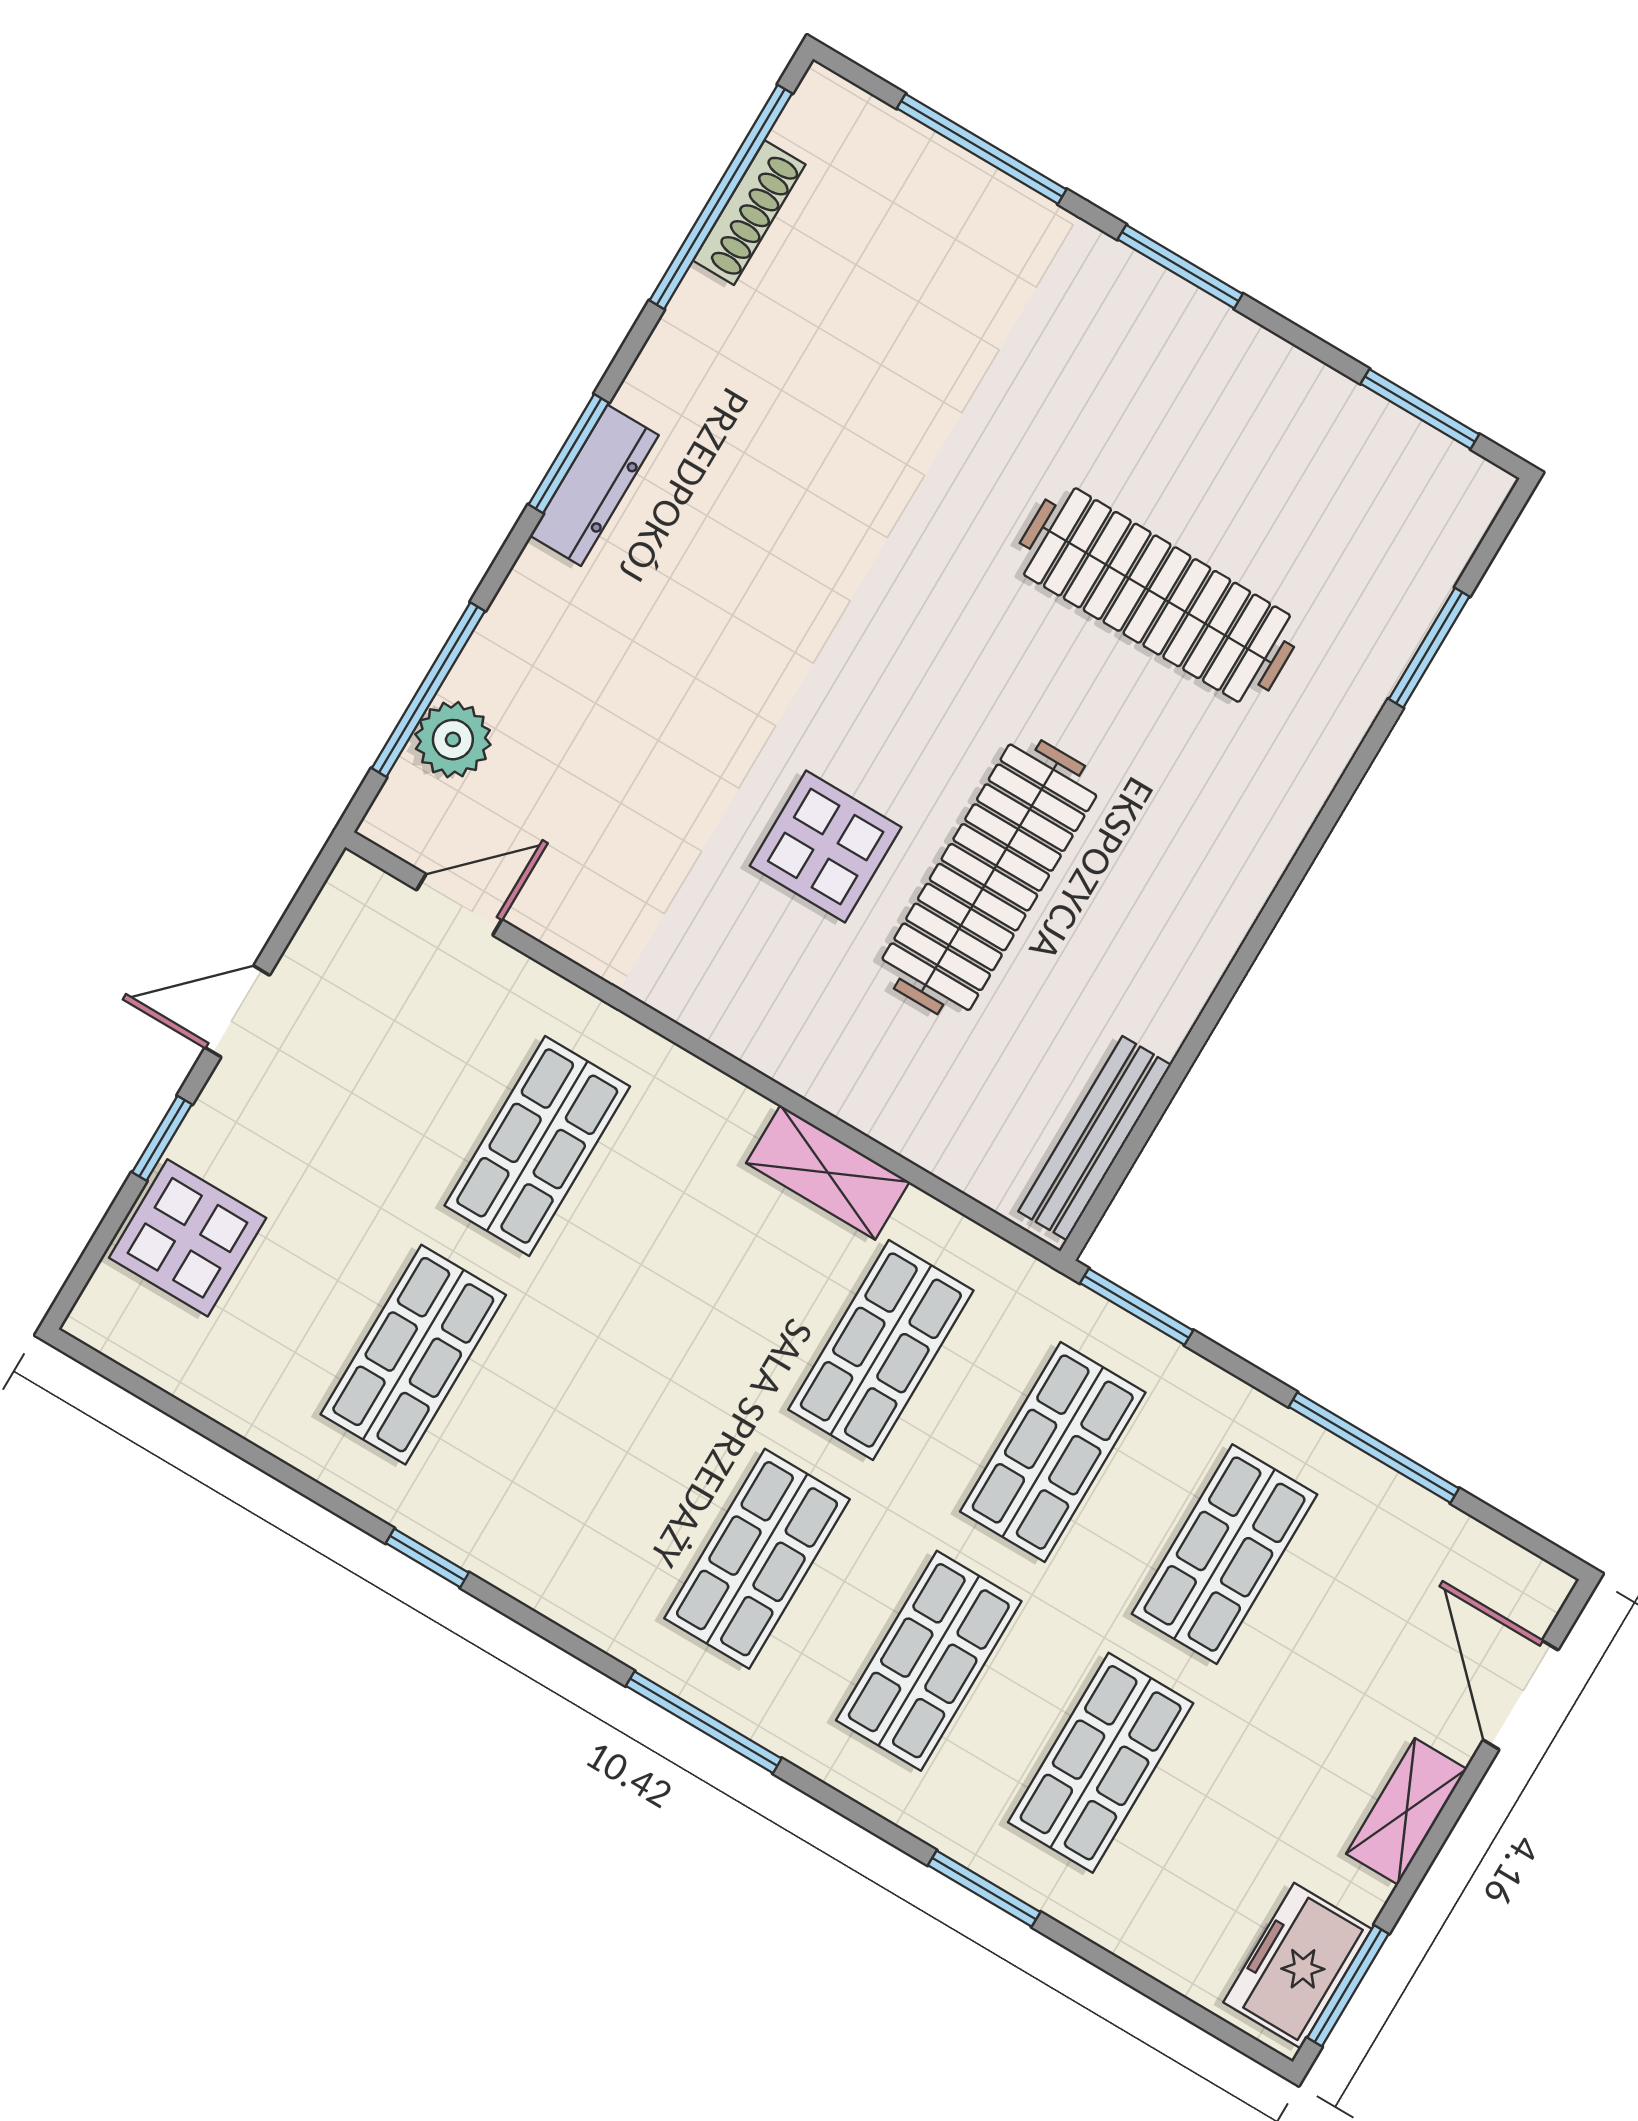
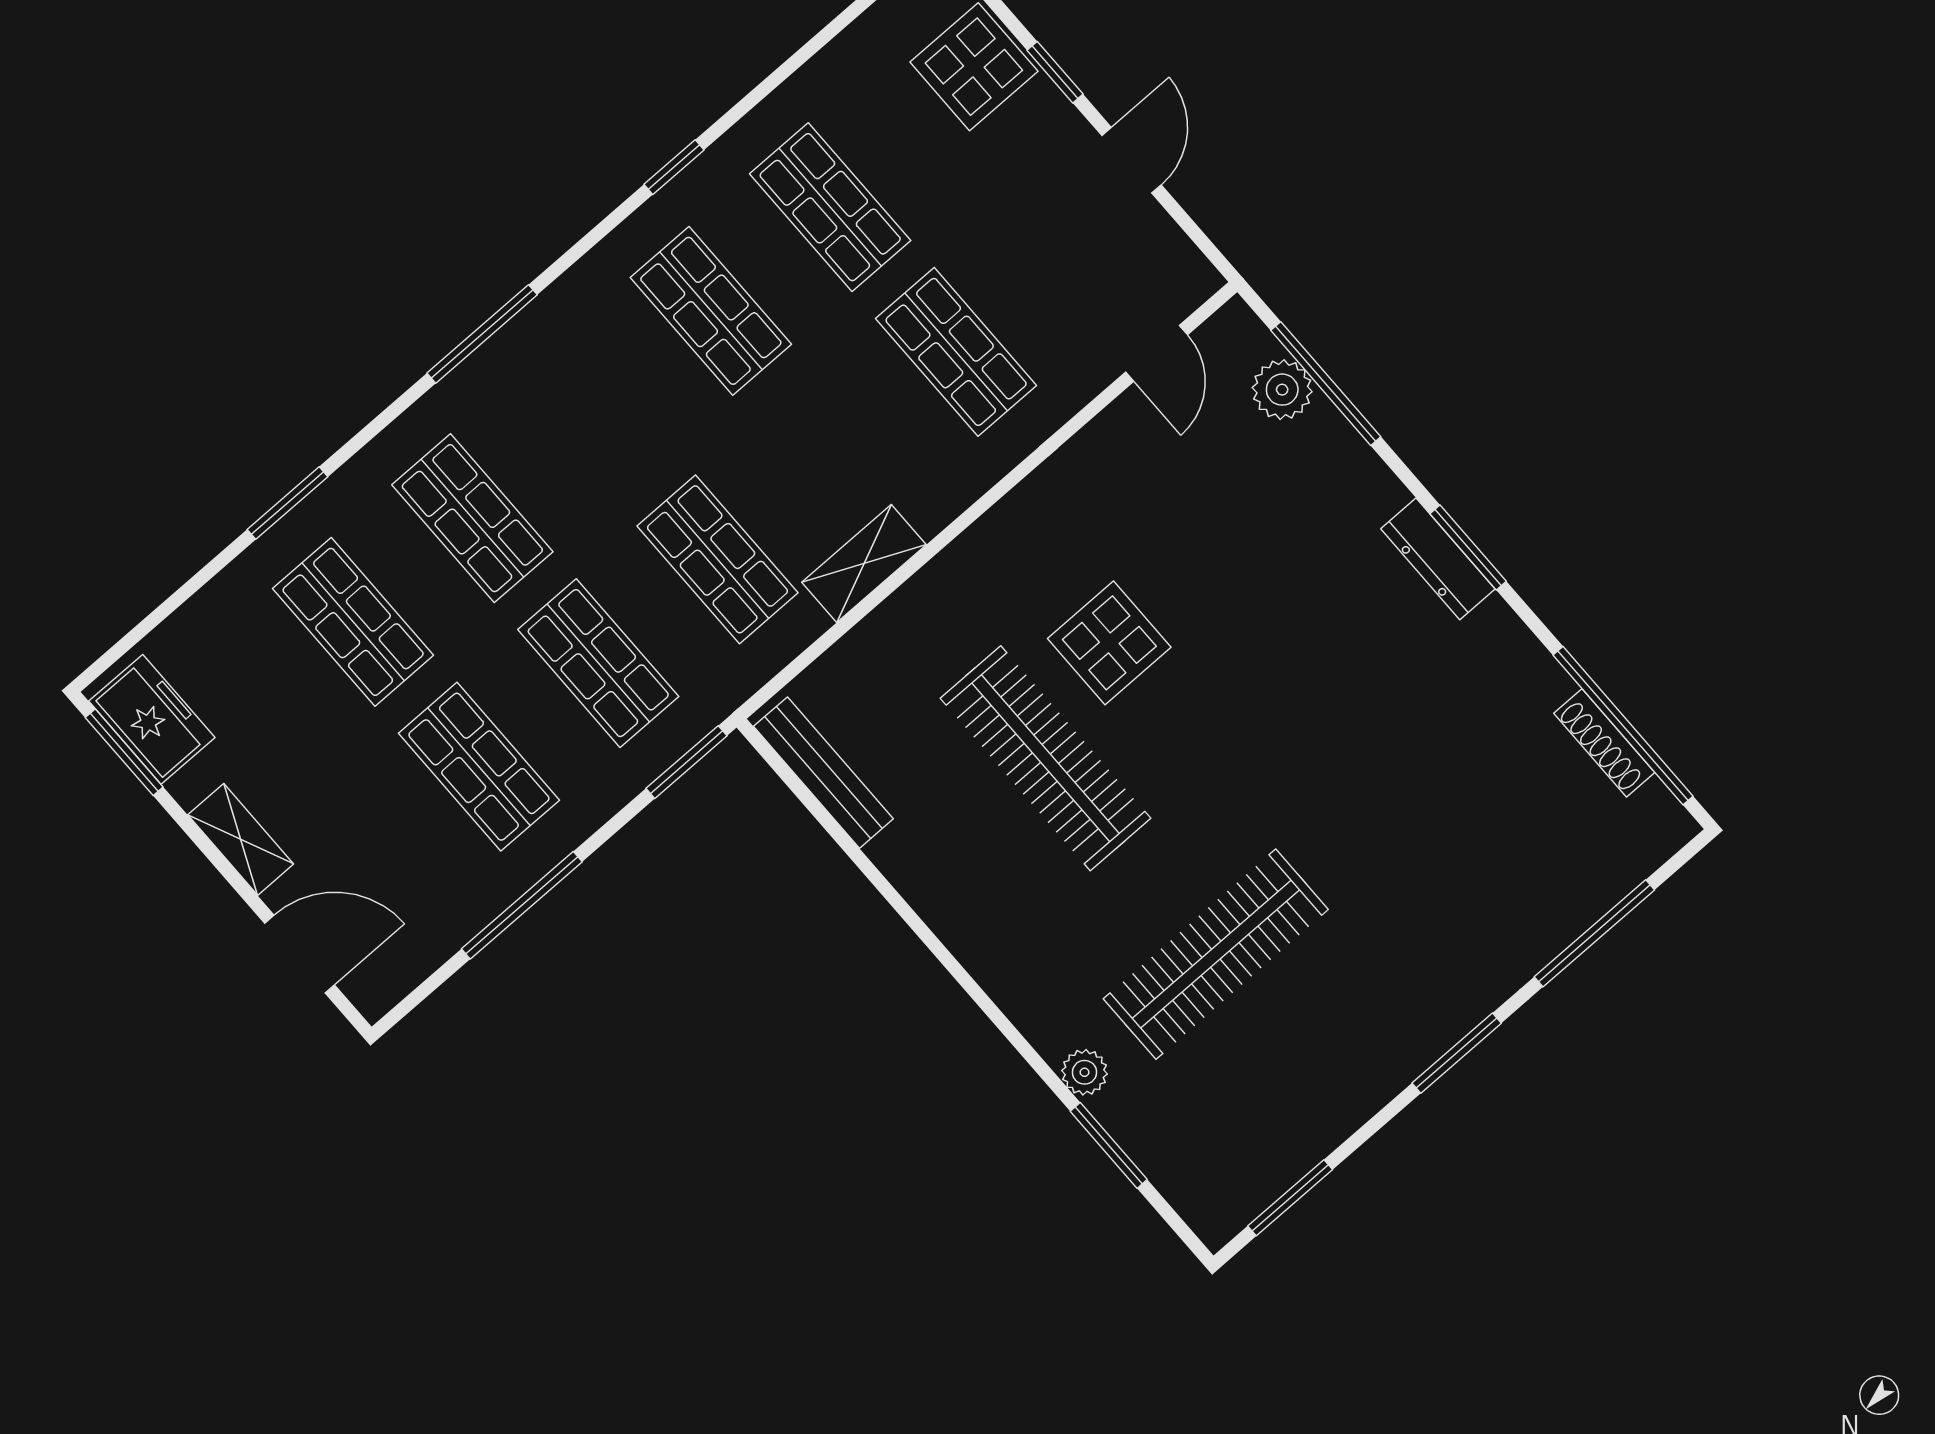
plant: (1351, 706) -> (1085, 1072), added
shop shelf: (757, 1559) -> (711, 311), moved

